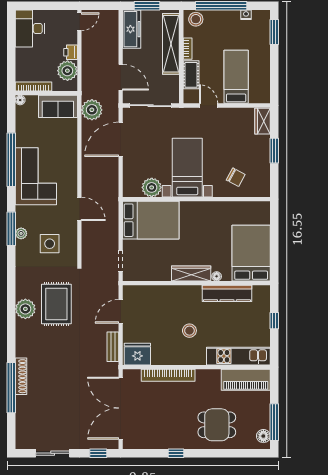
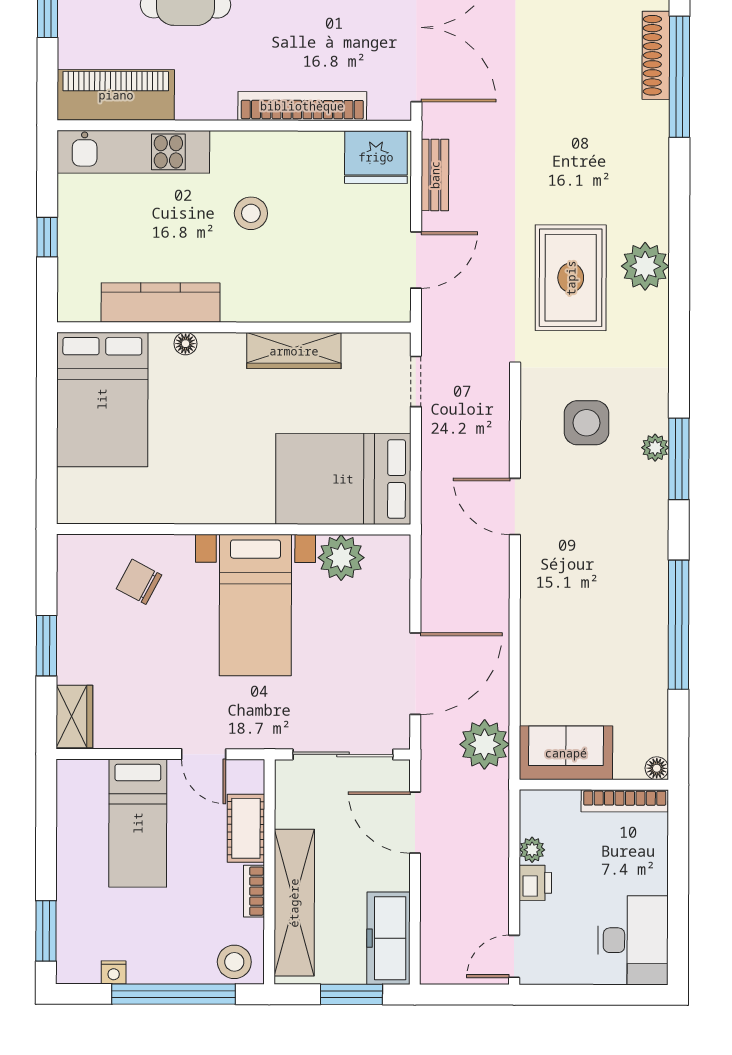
plant: (67, 71) -> (532, 850), width x0.53, depth x0.53
corner sofa: (36, 176) -> (619, 585), removed
wardrobe: (191, 274) -> (294, 351), moved
shoe rack: (21, 376) -> (656, 55), moved

